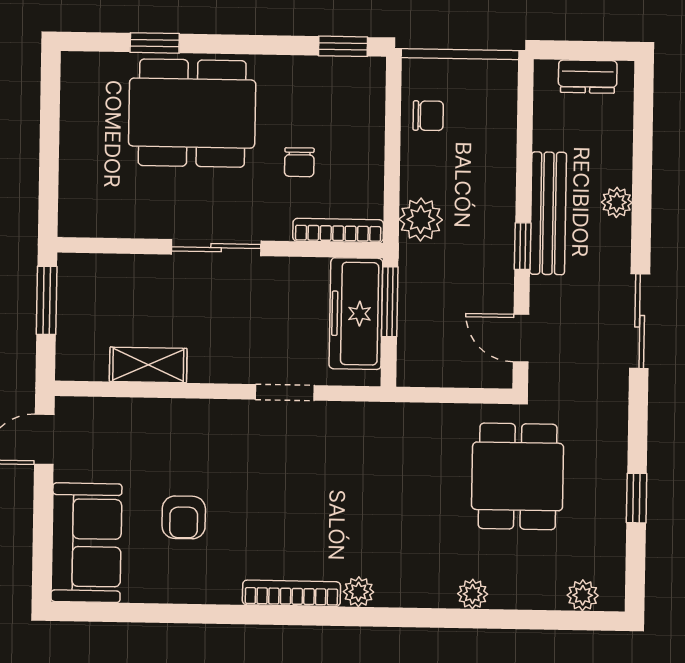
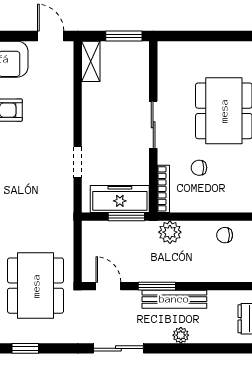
chair: (428, 116) -> (225, 235), turned 90
window: (523, 246) -> (157, 286), width x1.50
door: (521, 338) -> (108, 286), hinge flipped
shelving: (148, 365) -> (91, 61), moved
dining table: (518, 476) -> (36, 286), width x1.37

